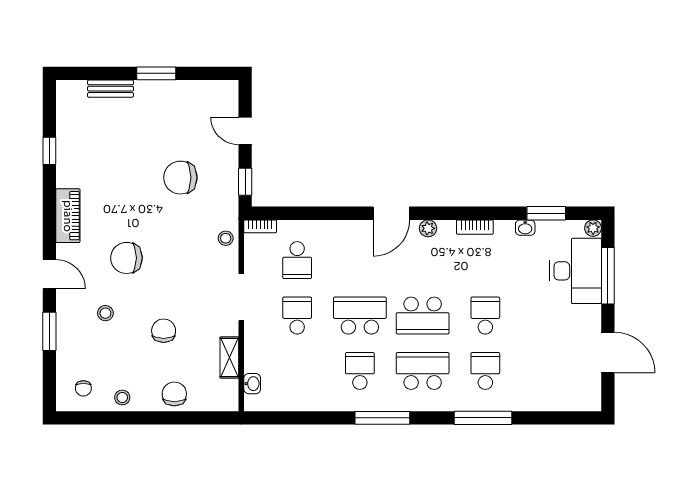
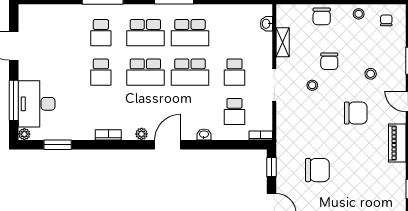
washbasin: (525, 228) -> (204, 134), moved
stool: (226, 238) -> (312, 85), moved
school desk: (297, 260) -> (234, 111), turned 180
school desk: (423, 316) -> (145, 72), turned 180
school desk: (360, 371) -> (190, 33), width x1.85

